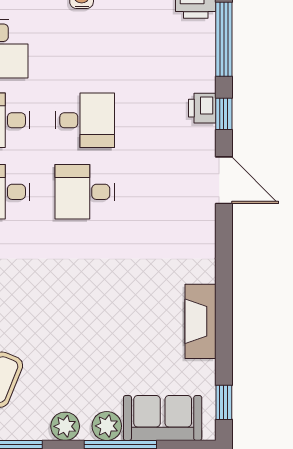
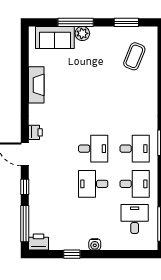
printer: (202, 108) -> (35, 132), moved
window: (224, 402) -> (25, 45), removed
plant: (65, 426) -> (103, 33), removed

